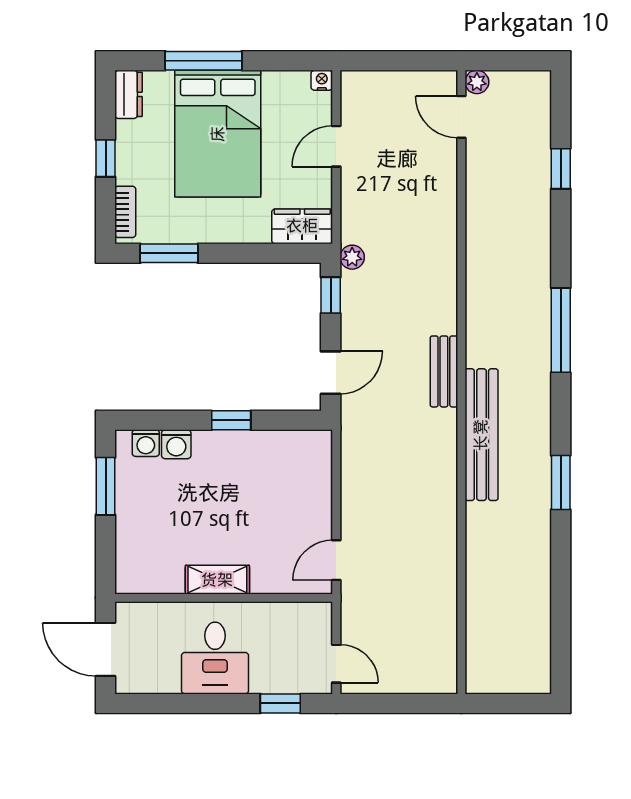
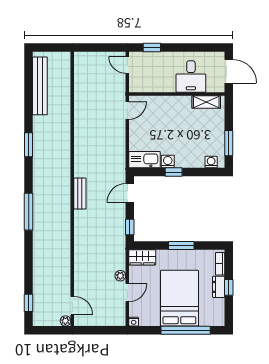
window: (204, 61) -> (186, 330), width x1.46
dresser: (129, 94) -> (219, 287), moved
window: (561, 169) -> (29, 303), moved
window: (169, 253) -> (181, 246), moved
plant: (352, 257) -> (120, 276), moved
bench: (481, 435) -> (40, 86), moved
washing machine: (176, 444) -> (168, 162), moved
kitchen sink: (297, 448) -> (145, 160), added
shelving: (217, 580) -> (206, 102), moved
desk: (215, 658) -> (191, 76), moved, turned 180

